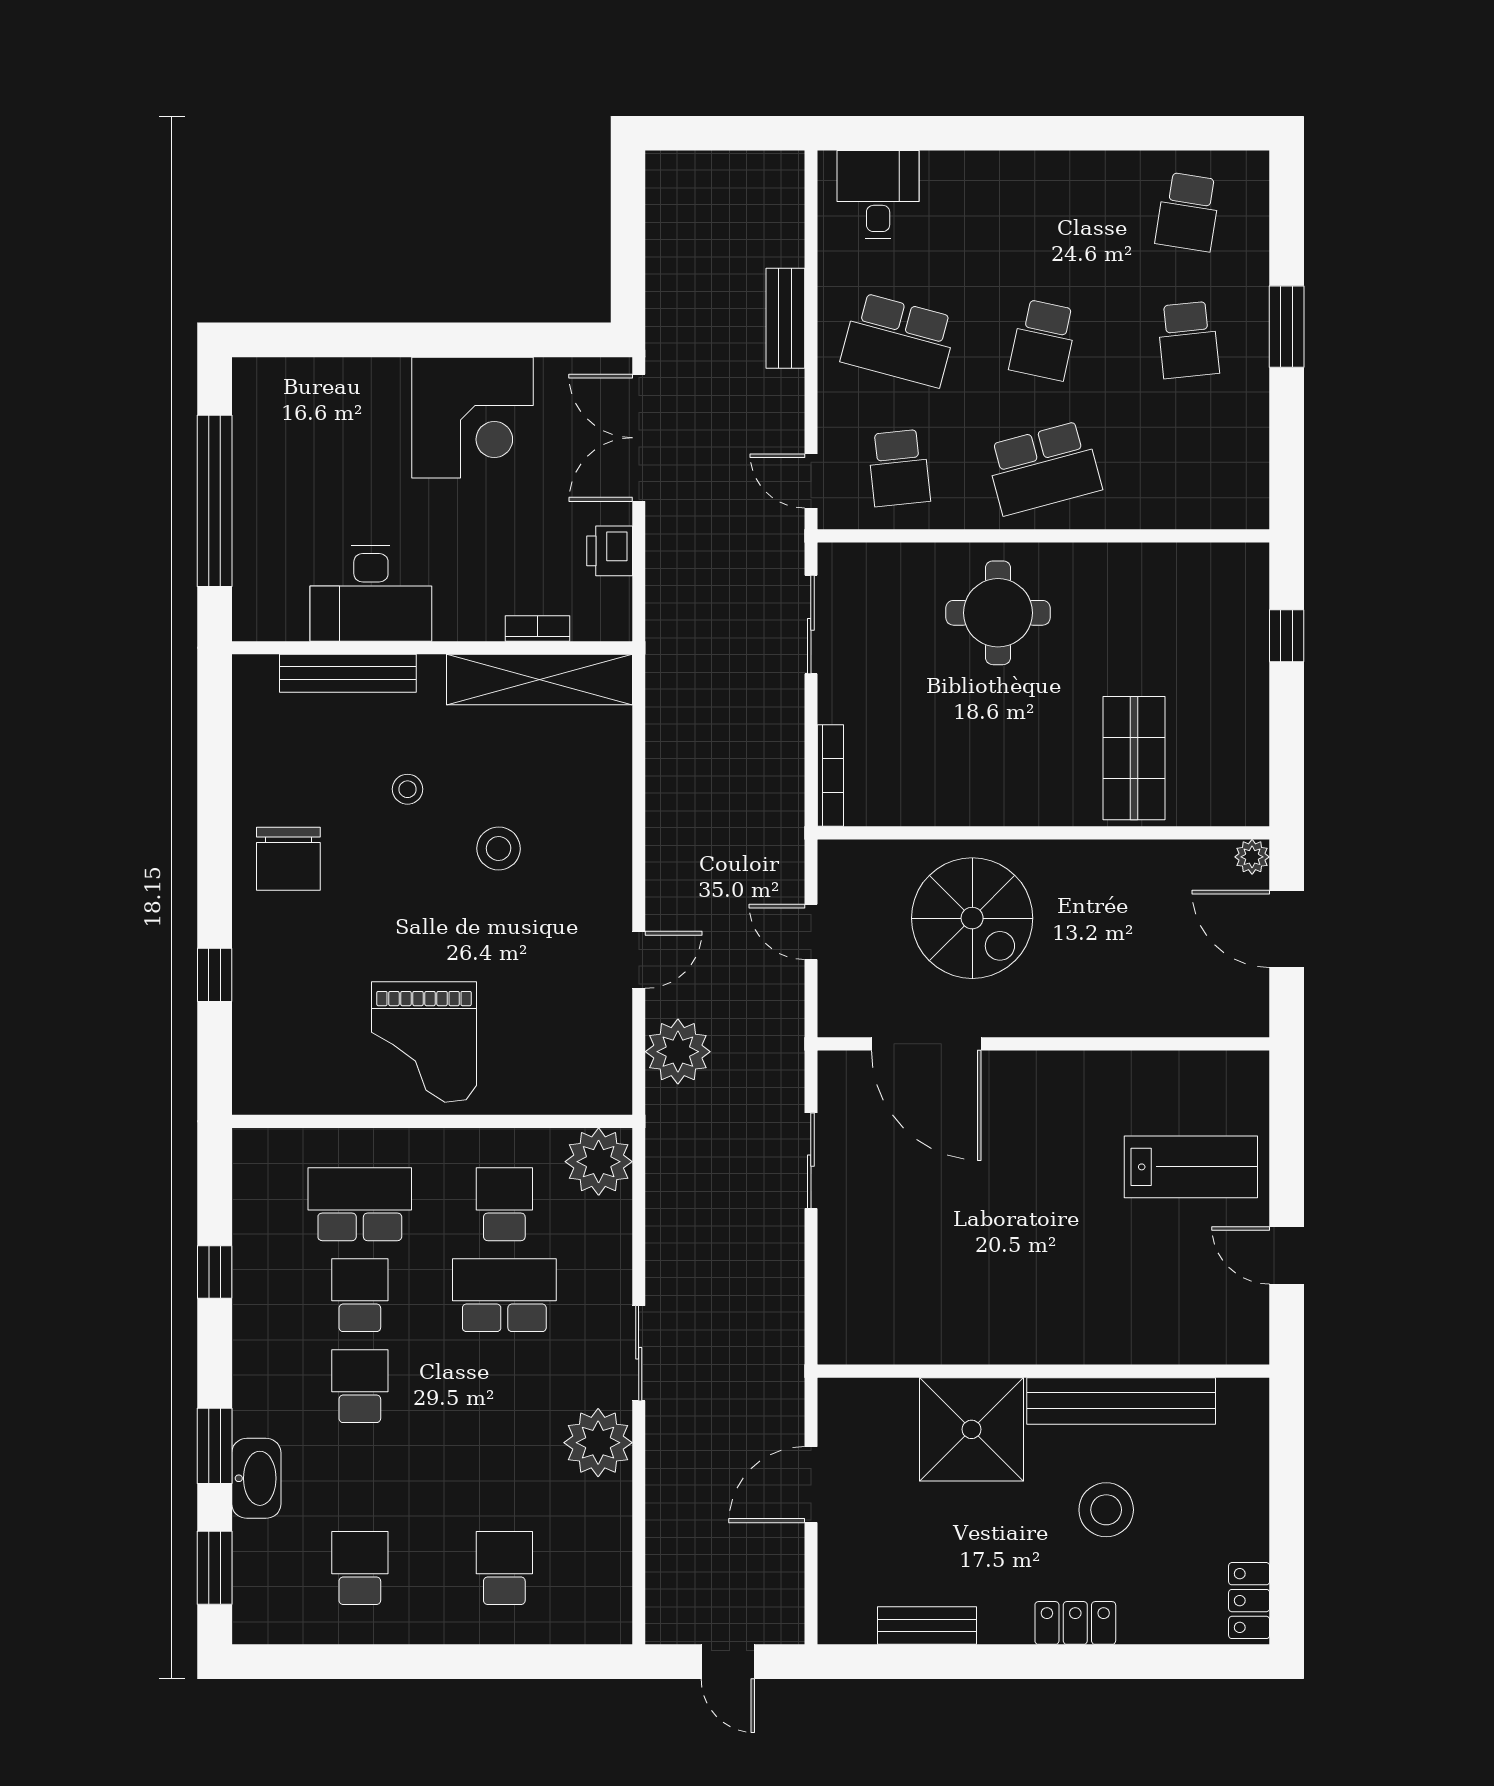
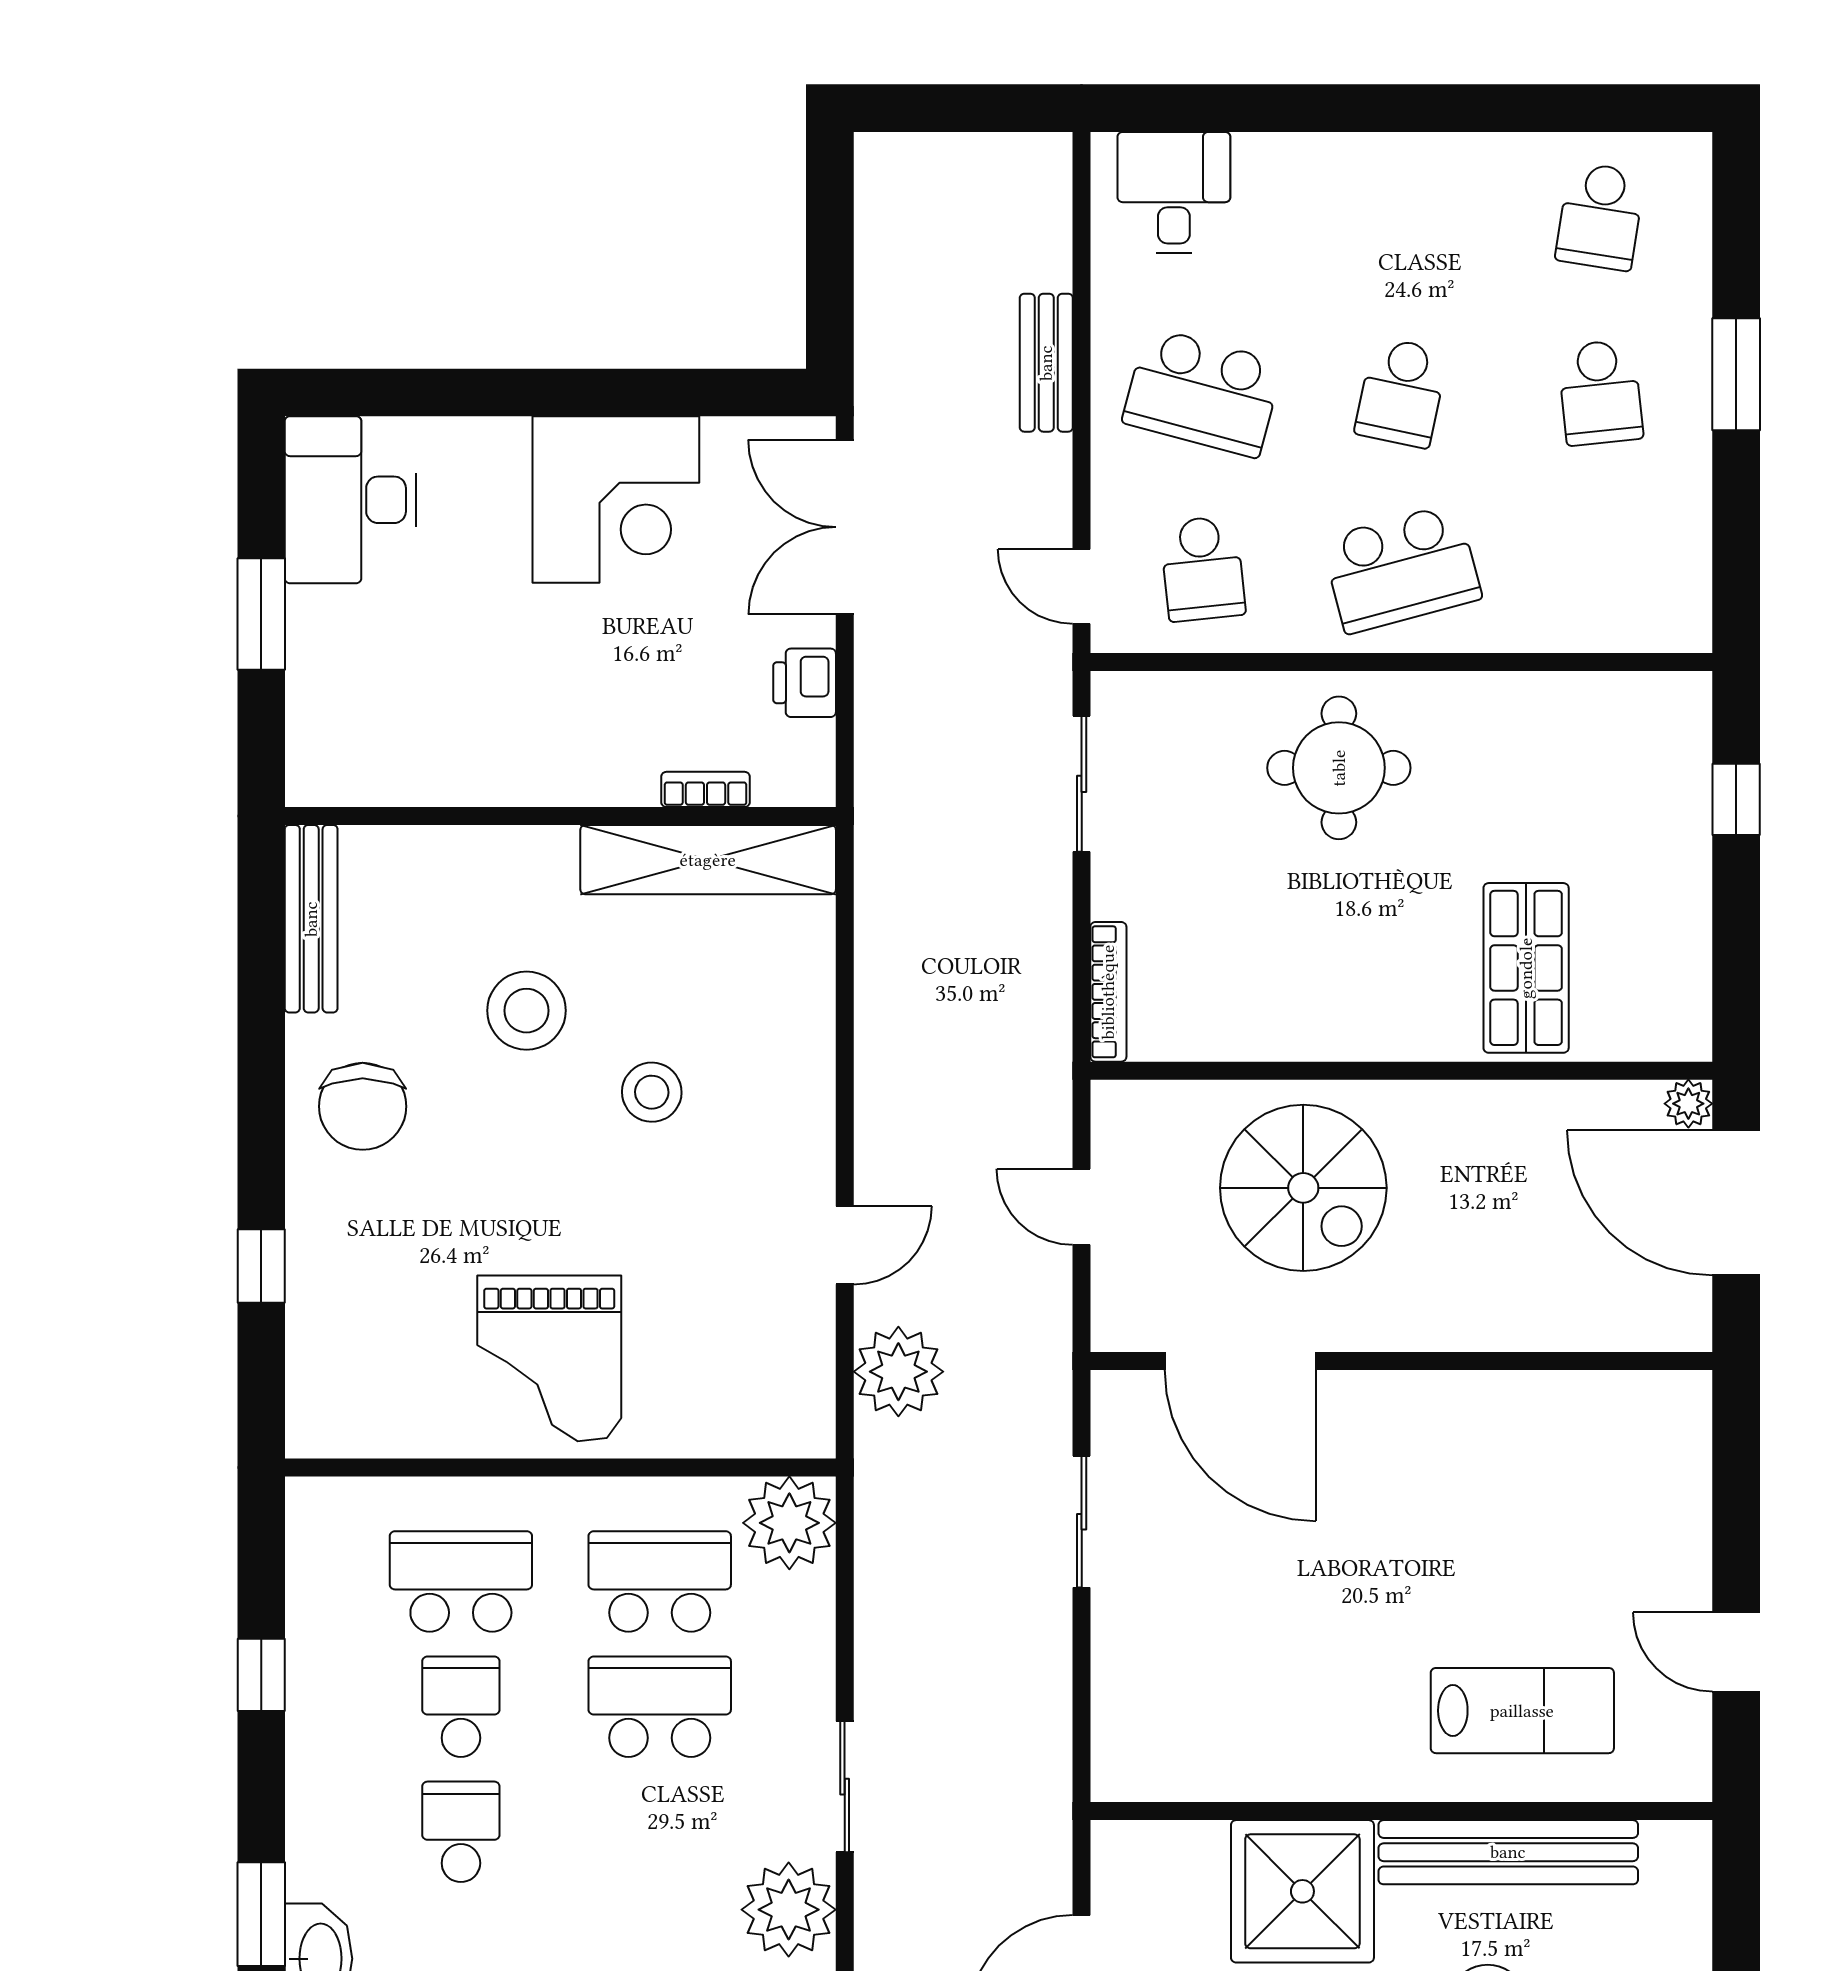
window: (215, 501) -> (261, 614), width x0.47
desk: (371, 594) -> (351, 500), moved, turned 90
bench: (348, 673) -> (311, 919), moved, turned 90
stool: (408, 789) -> (527, 1011), width x1.89, depth x1.89
door: (1287, 929) -> (1736, 1203), width x1.36
lab bench: (1191, 1167) -> (1522, 1711), moved
school desk: (504, 1204) -> (660, 1581), width x1.85

